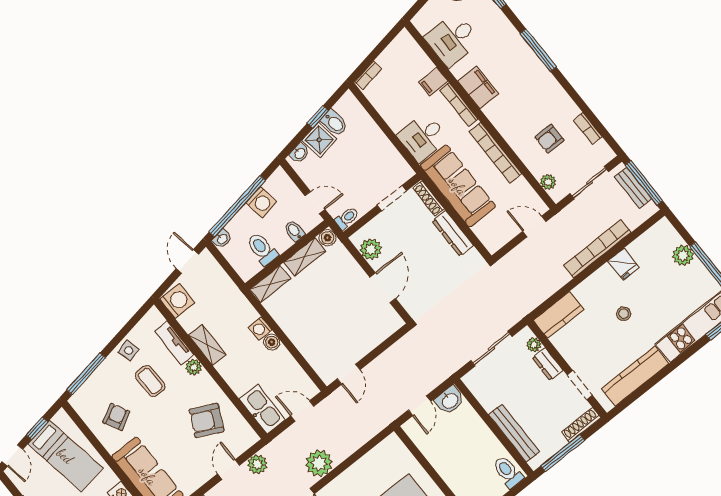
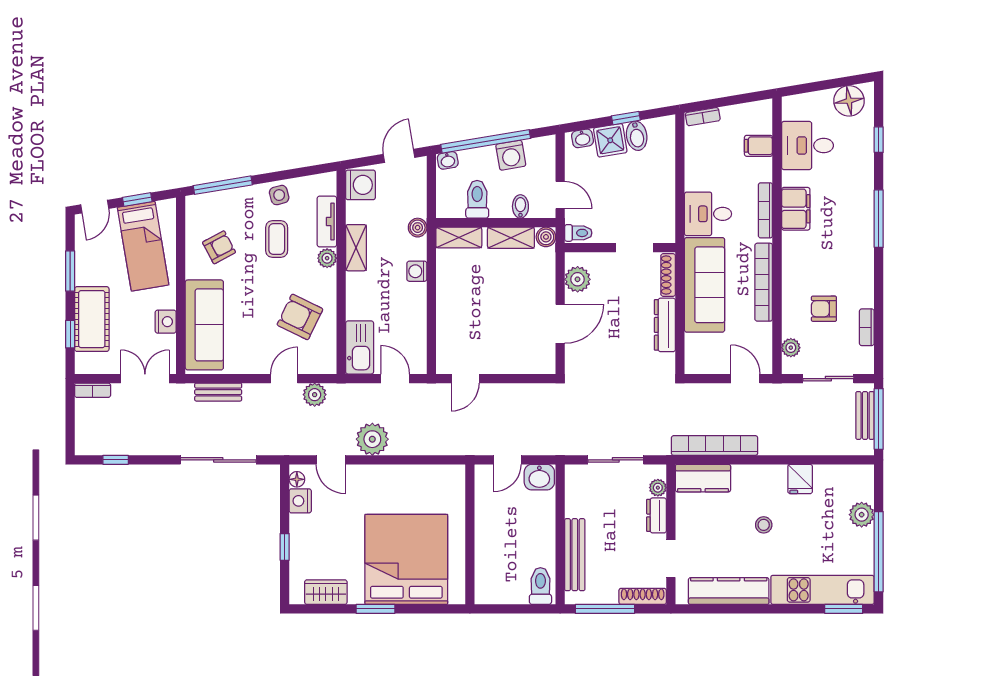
filing cabinet: (433, 82) -> (758, 146), moved
bookcase: (597, 249) -> (715, 446), moved
boiler: (272, 342) -> (418, 228), moved

